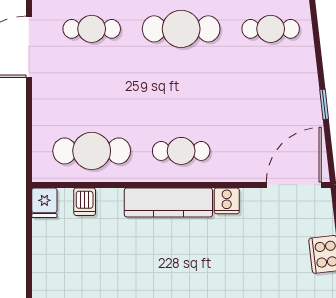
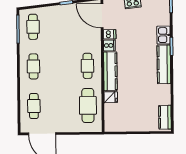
cafe table: (181, 29) -> (33, 66), width x0.73, depth x0.74
dishwasher: (85, 202) -> (110, 34), moved
fridge: (44, 203) -> (111, 97), moved

